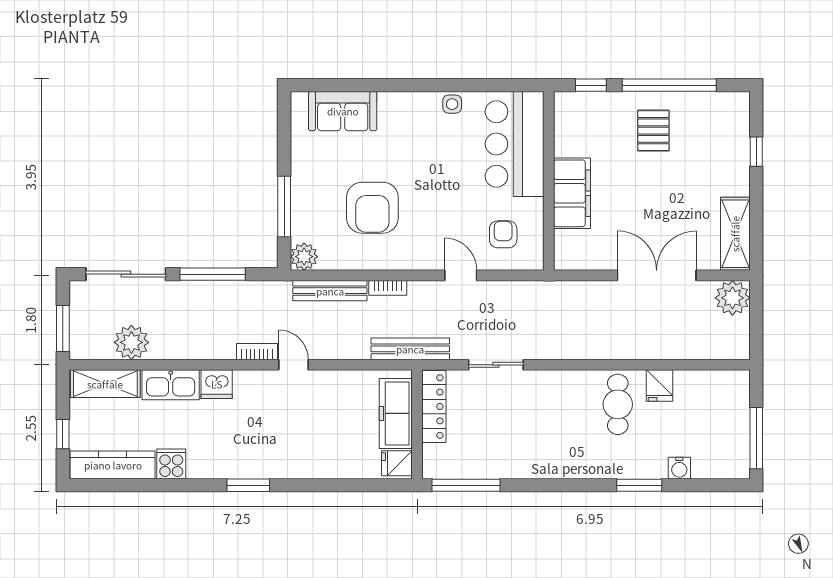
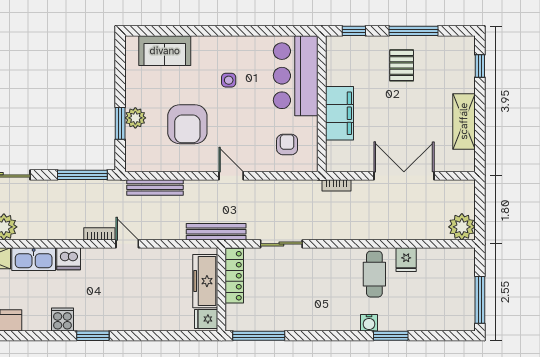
window: (669, 85) -> (414, 31), width x0.68
side table: (452, 104) -> (229, 80), moved
window: (756, 152) -> (480, 66), moved
window: (284, 207) -> (120, 123), width x0.69
shelving: (735, 234) -> (464, 121), moved
plant: (304, 257) -> (135, 118), moved
window: (213, 274) -> (82, 175), moved
door: (461, 275) -> (231, 176), moved
bookcase: (388, 288) -> (337, 185), moved
plant: (732, 298) -> (462, 227), moved
cooker: (171, 464) -> (62, 319), moved
water cooler: (679, 468) -> (369, 323), moved

